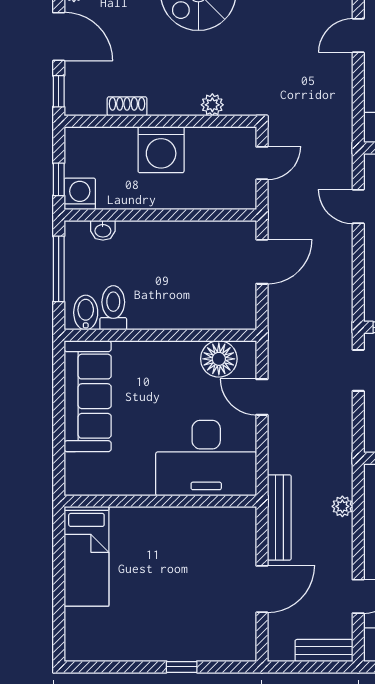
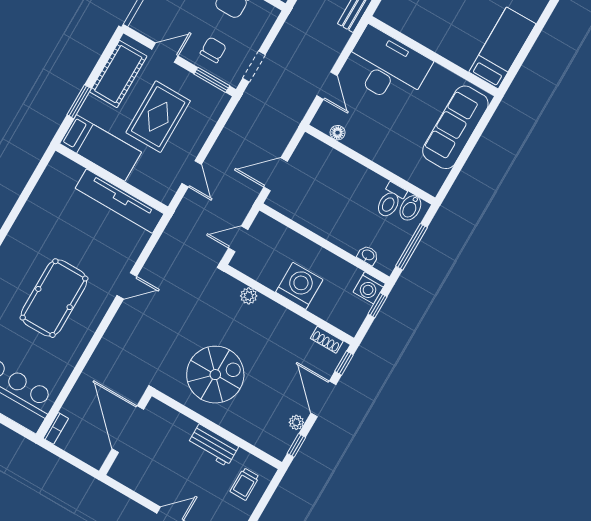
shoe rack: (127, 106) -> (327, 340), moved
floor lamp: (219, 359) -> (338, 133), width x0.53, depth x0.53
sofa: (88, 396) -> (455, 127), moved

